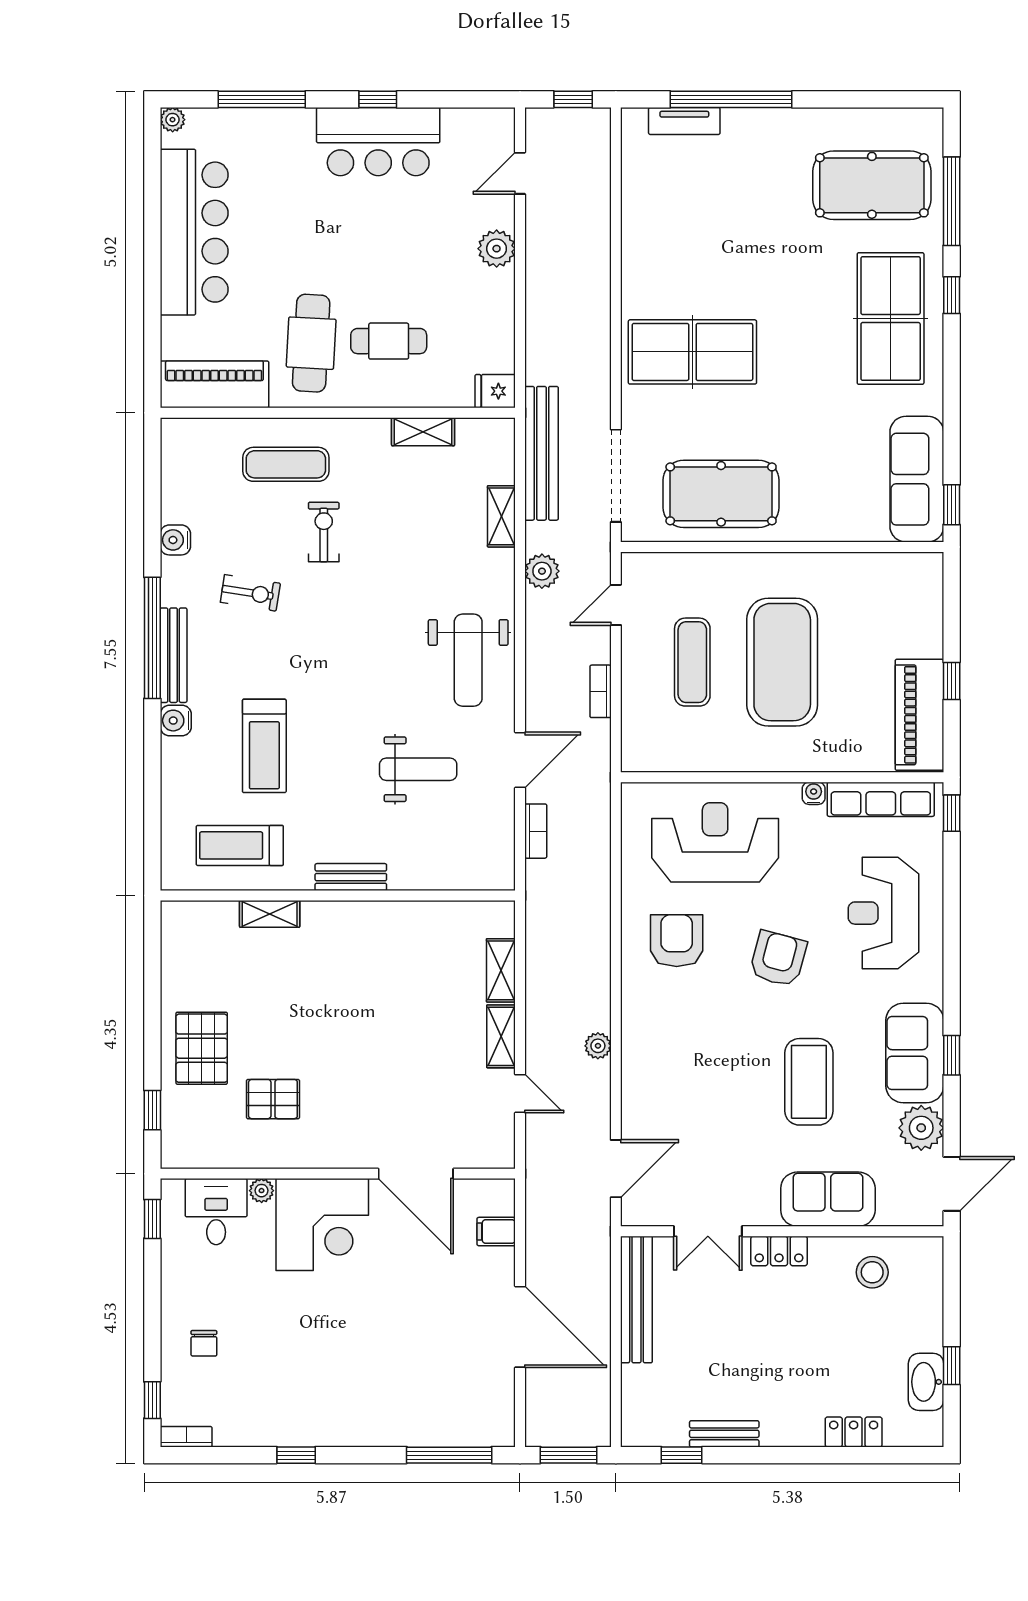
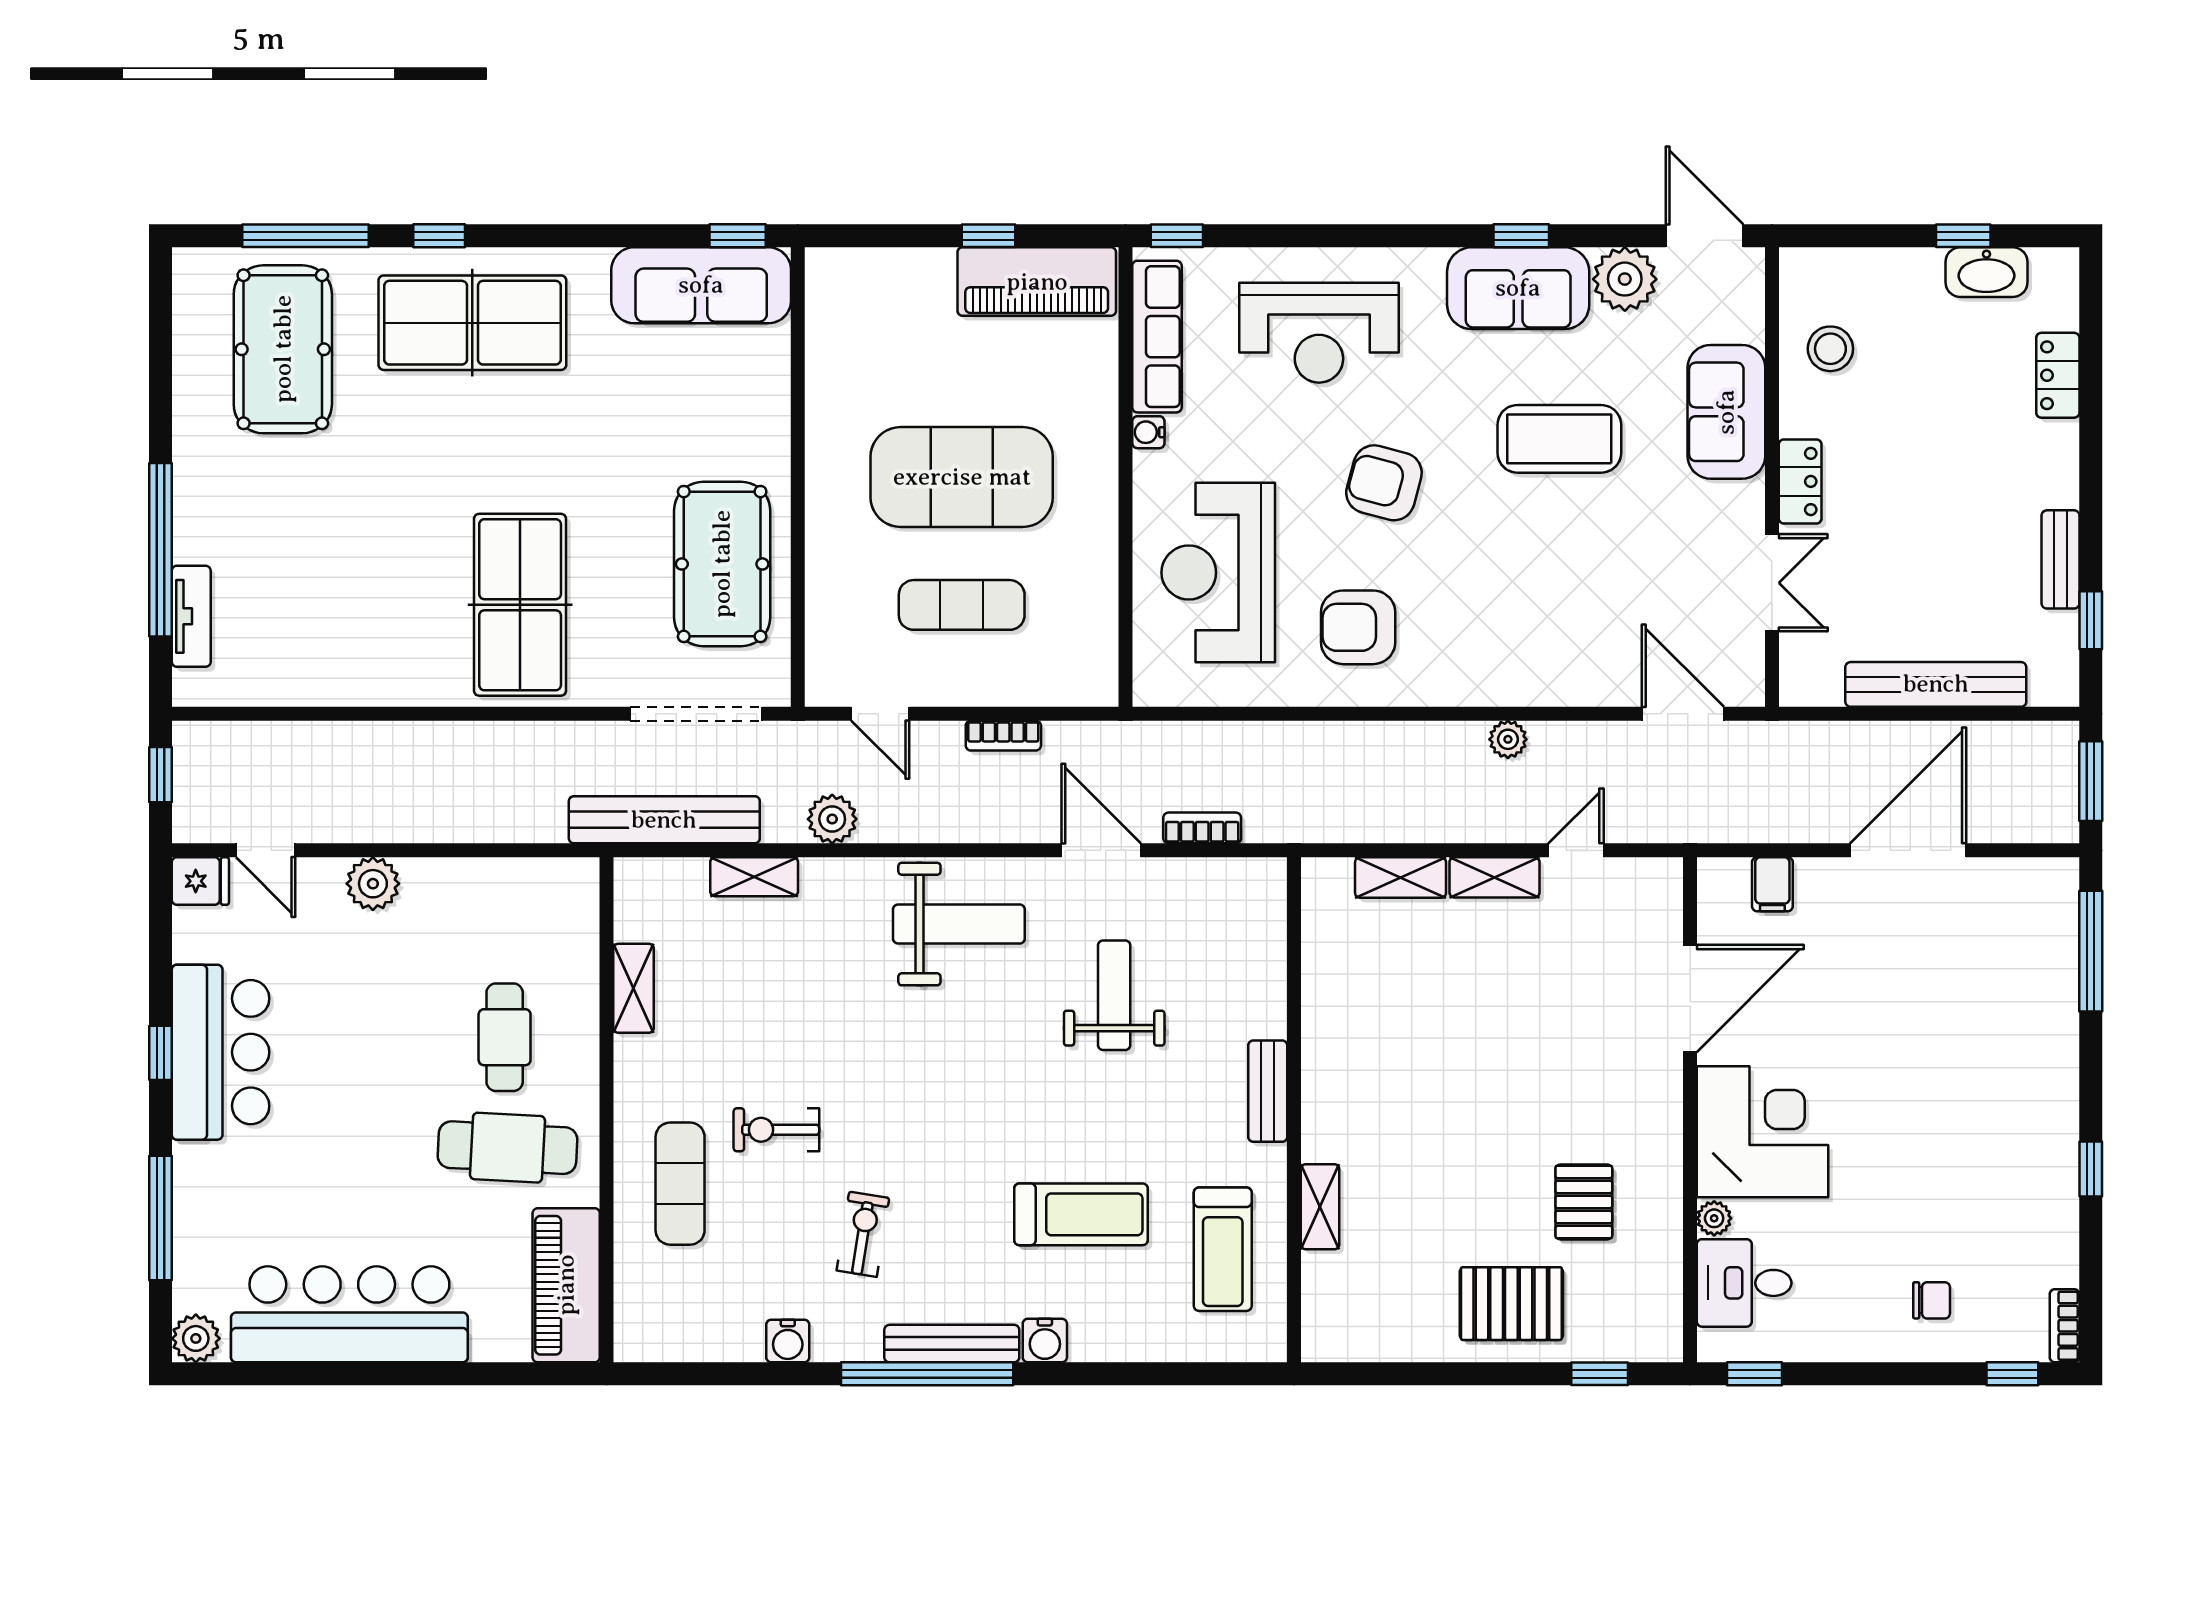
plant: (173, 120) -> (196, 1338), width x1.38, depth x1.38
fridge: (495, 391) -> (200, 881), moved, turned -90
bench: (636, 1299) -> (1936, 684), moved

